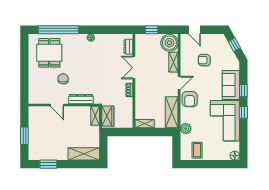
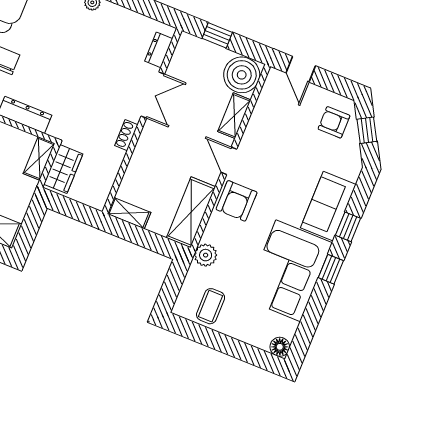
armchair: (204, 60) -> (334, 122), moved
double door: (134, 68) -> (153, 95), swing flipped
door: (179, 83) -> (229, 161), swing flipped

